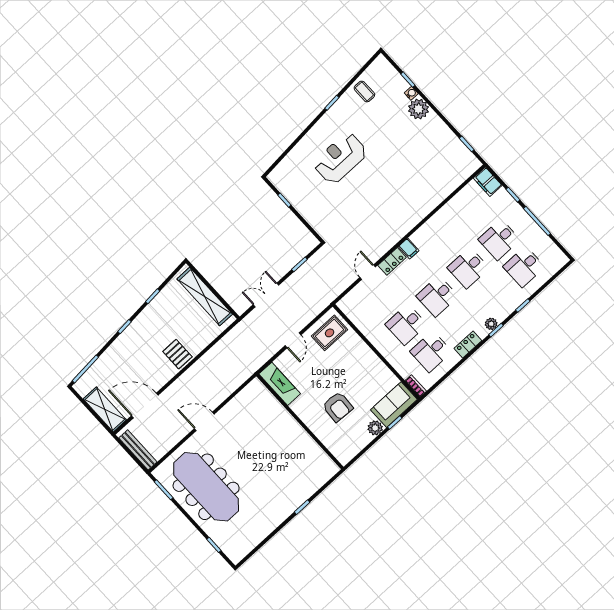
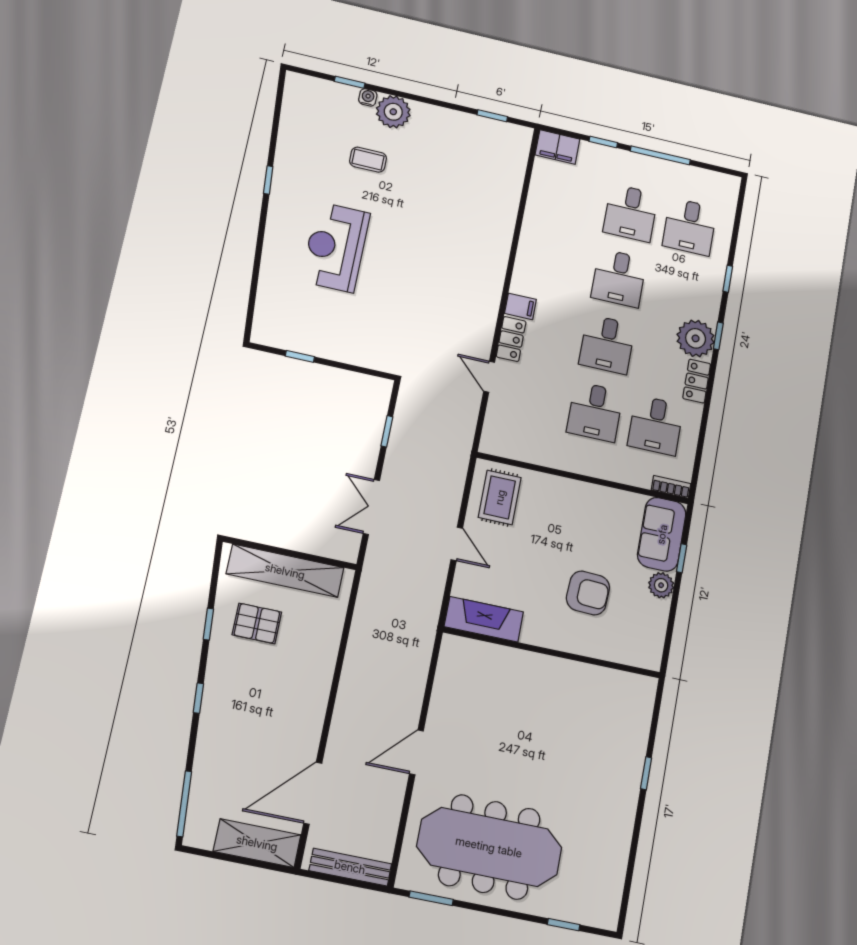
coffee table: (364, 91) -> (368, 160), moved
plant: (491, 324) -> (696, 338), width x1.88, depth x1.88
pallet: (177, 354) -> (257, 623), moved

